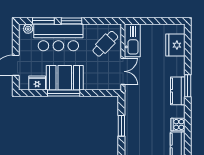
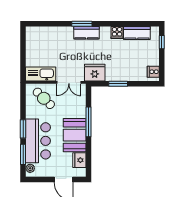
fridge: (175, 45) -> (95, 73), moved, turned 180
double door: (123, 71) -> (69, 82), swing flipped
window: (64, 93) -> (88, 122), moved

